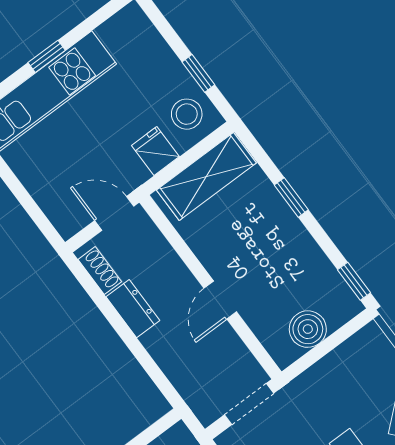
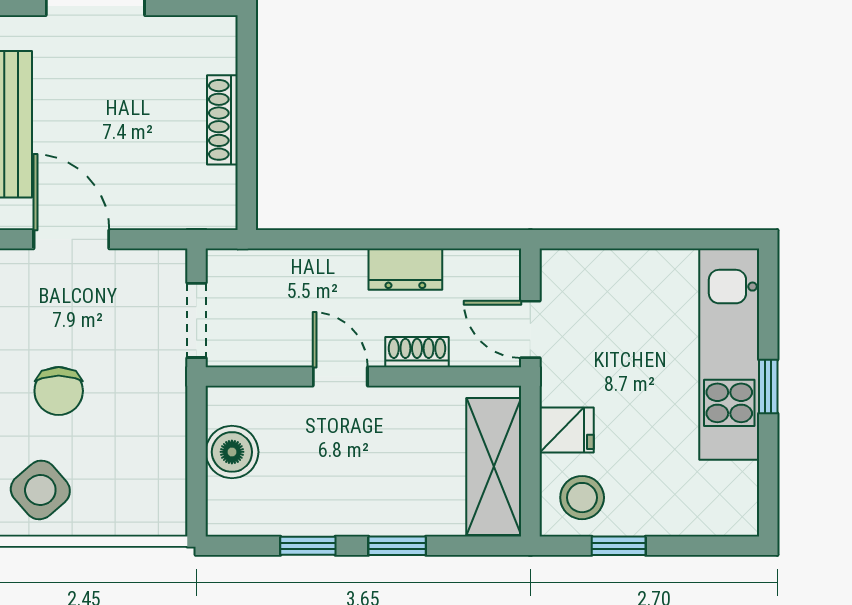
door: (114, 213) -> (530, 329), swing flipped
shoe rack: (100, 271) -> (417, 352), moved, turned 180
window: (354, 281) -> (308, 546), moved

